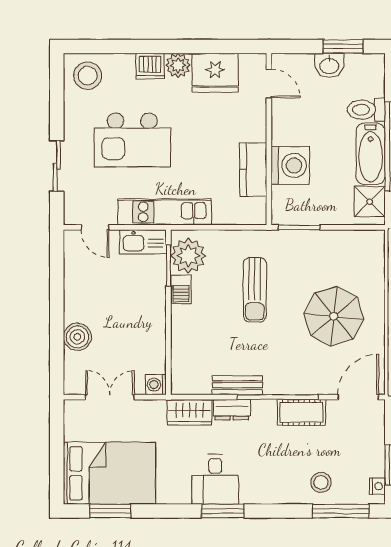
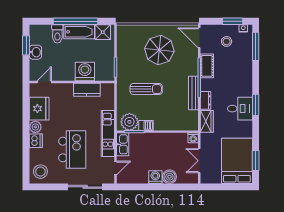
sliding door: (57, 166) -> (85, 187), width x1.37
washing machine: (77, 308) -> (155, 177), added
bench: (237, 385) -> (193, 93), width x1.36
stool: (321, 482) -> (227, 41), moved

